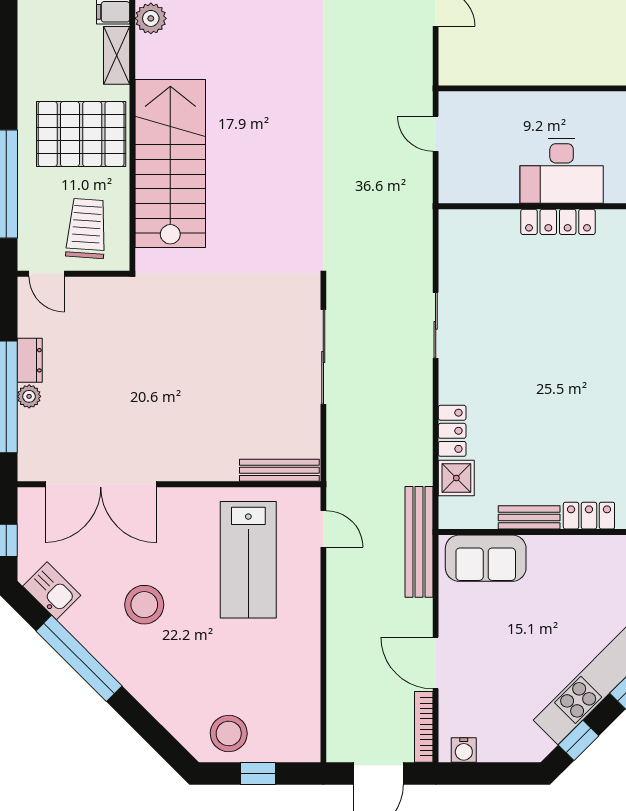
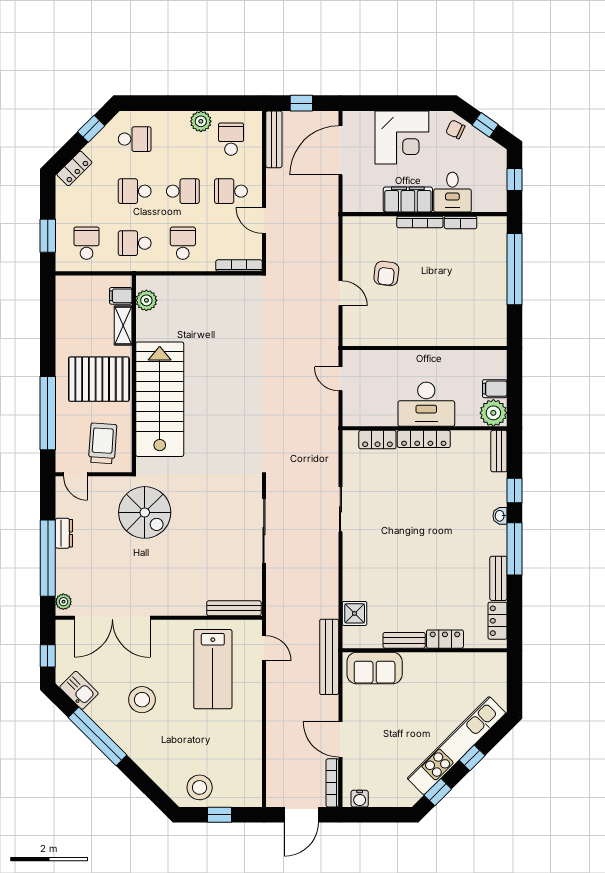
spiral stairs: (148, 330) -> (145, 512), added
plant: (29, 396) -> (63, 602), moved
locker: (452, 431) -> (377, 440), moved, turned 90

